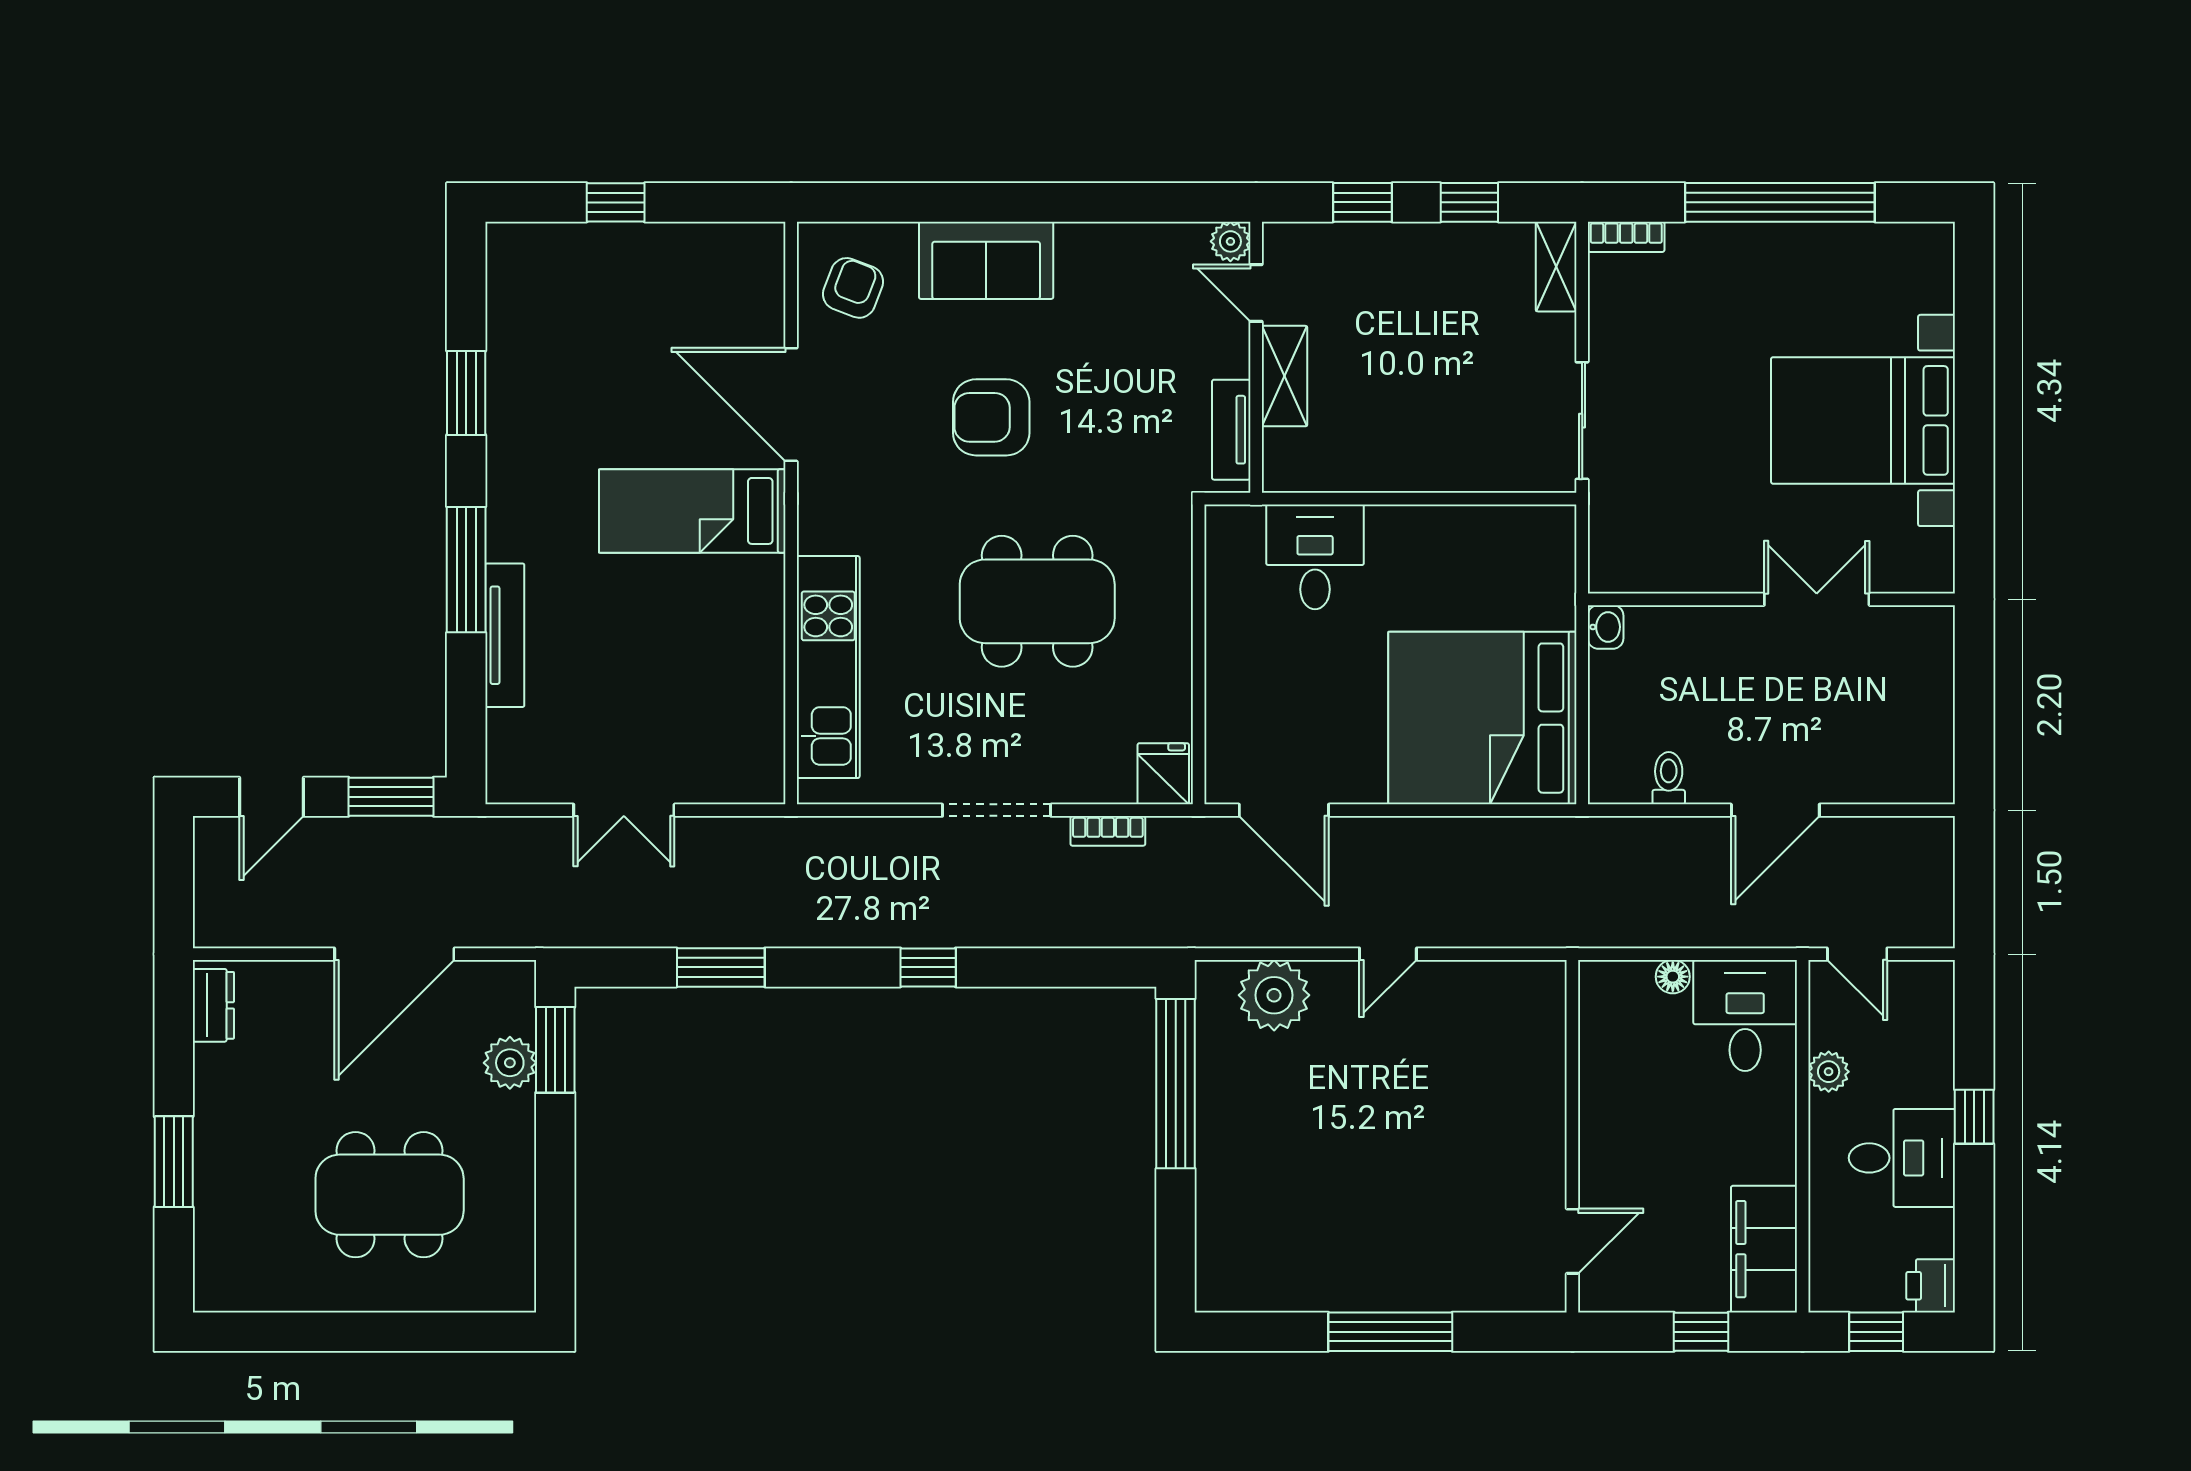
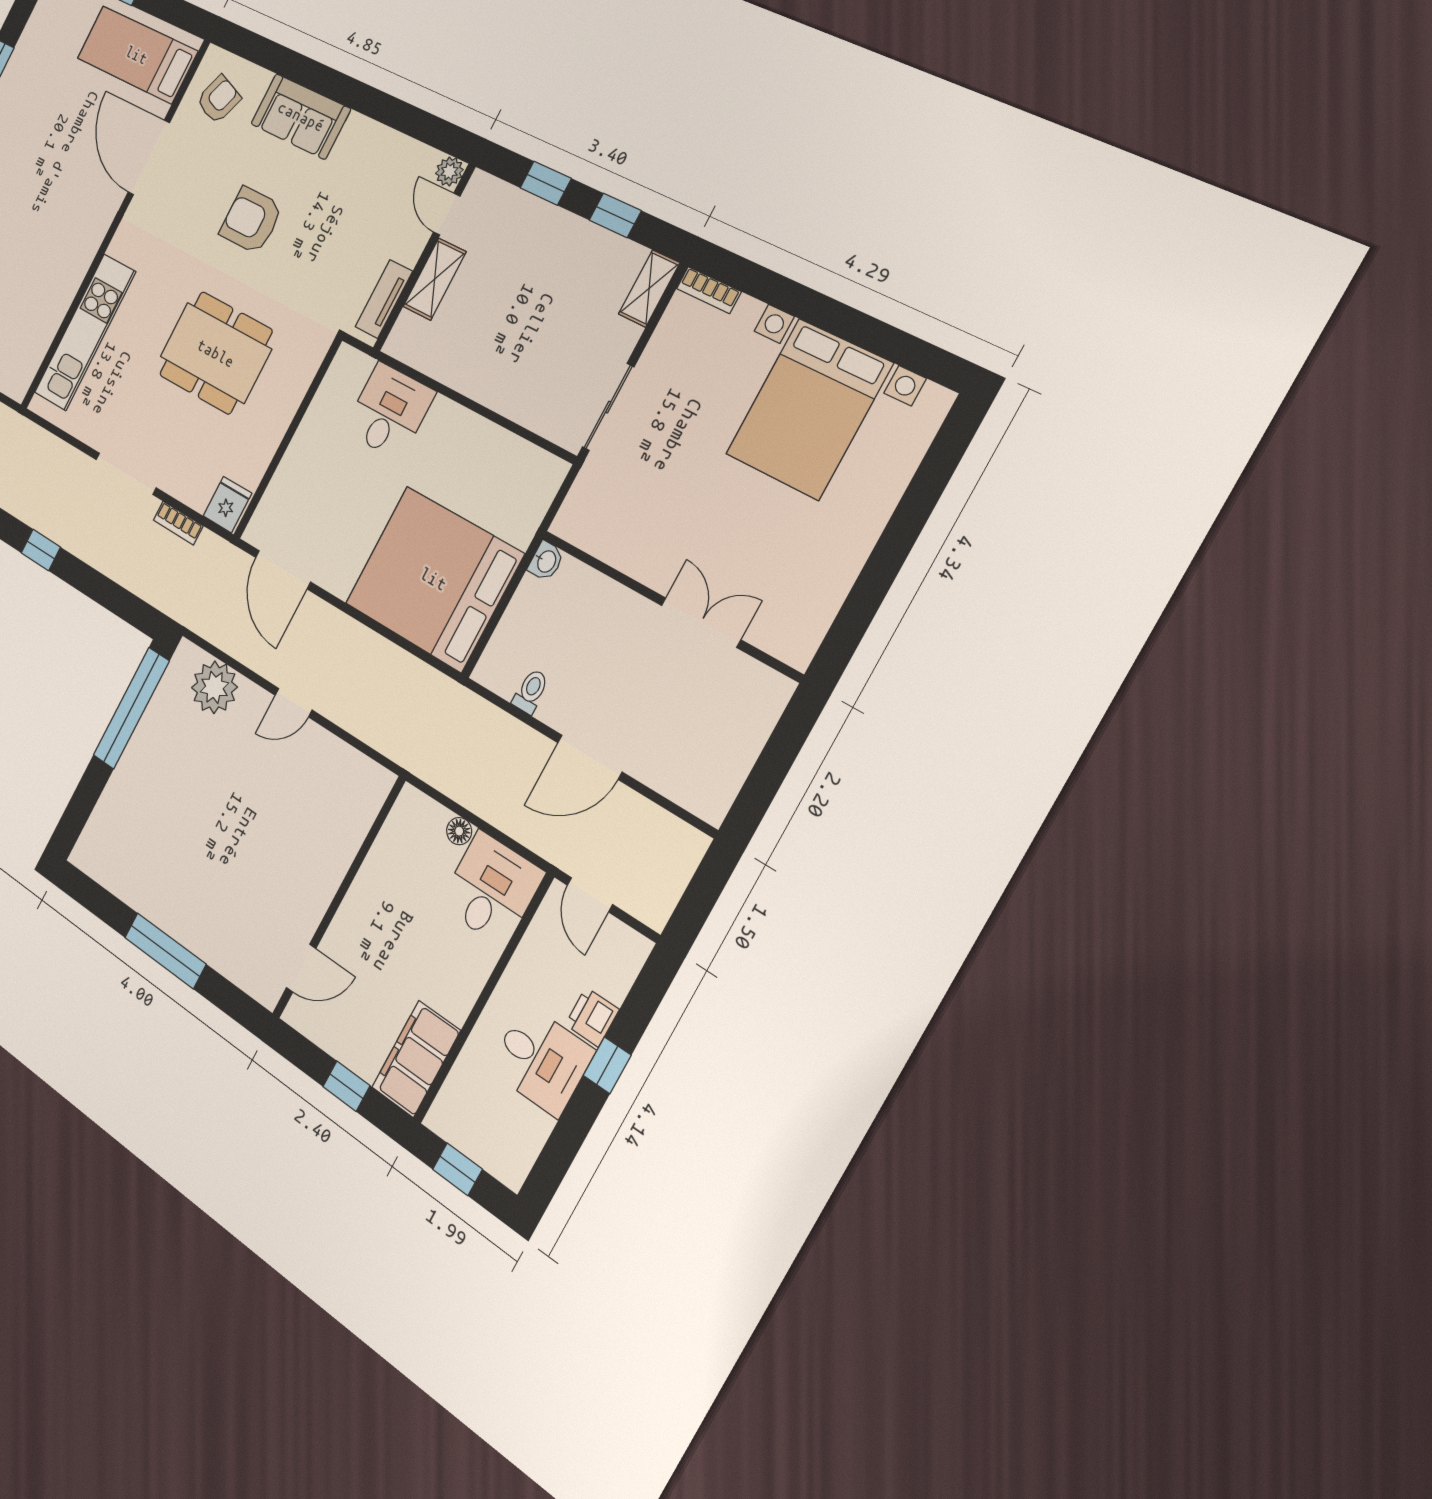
window: (1780, 202) -> (833, 316), removed
bed with nightstands: (1863, 420) -> (809, 409), moved, turned -90
bed: (692, 511) -> (137, 55), moved
plant: (1829, 1072) -> (525, 965), removed
printer: (1931, 1286) -> (592, 1017), moved

